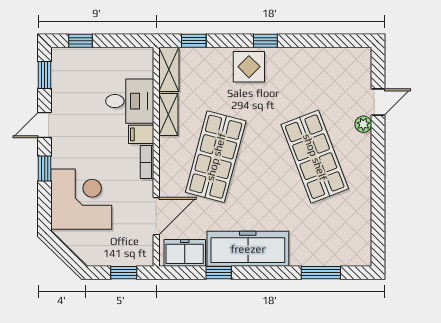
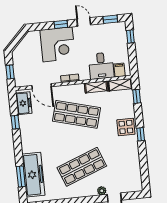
filing cabinet: (141, 134) -> (119, 70), moved
corner desk: (81, 199) -> (58, 44), moved
freezer: (248, 249) -> (33, 175), moved

